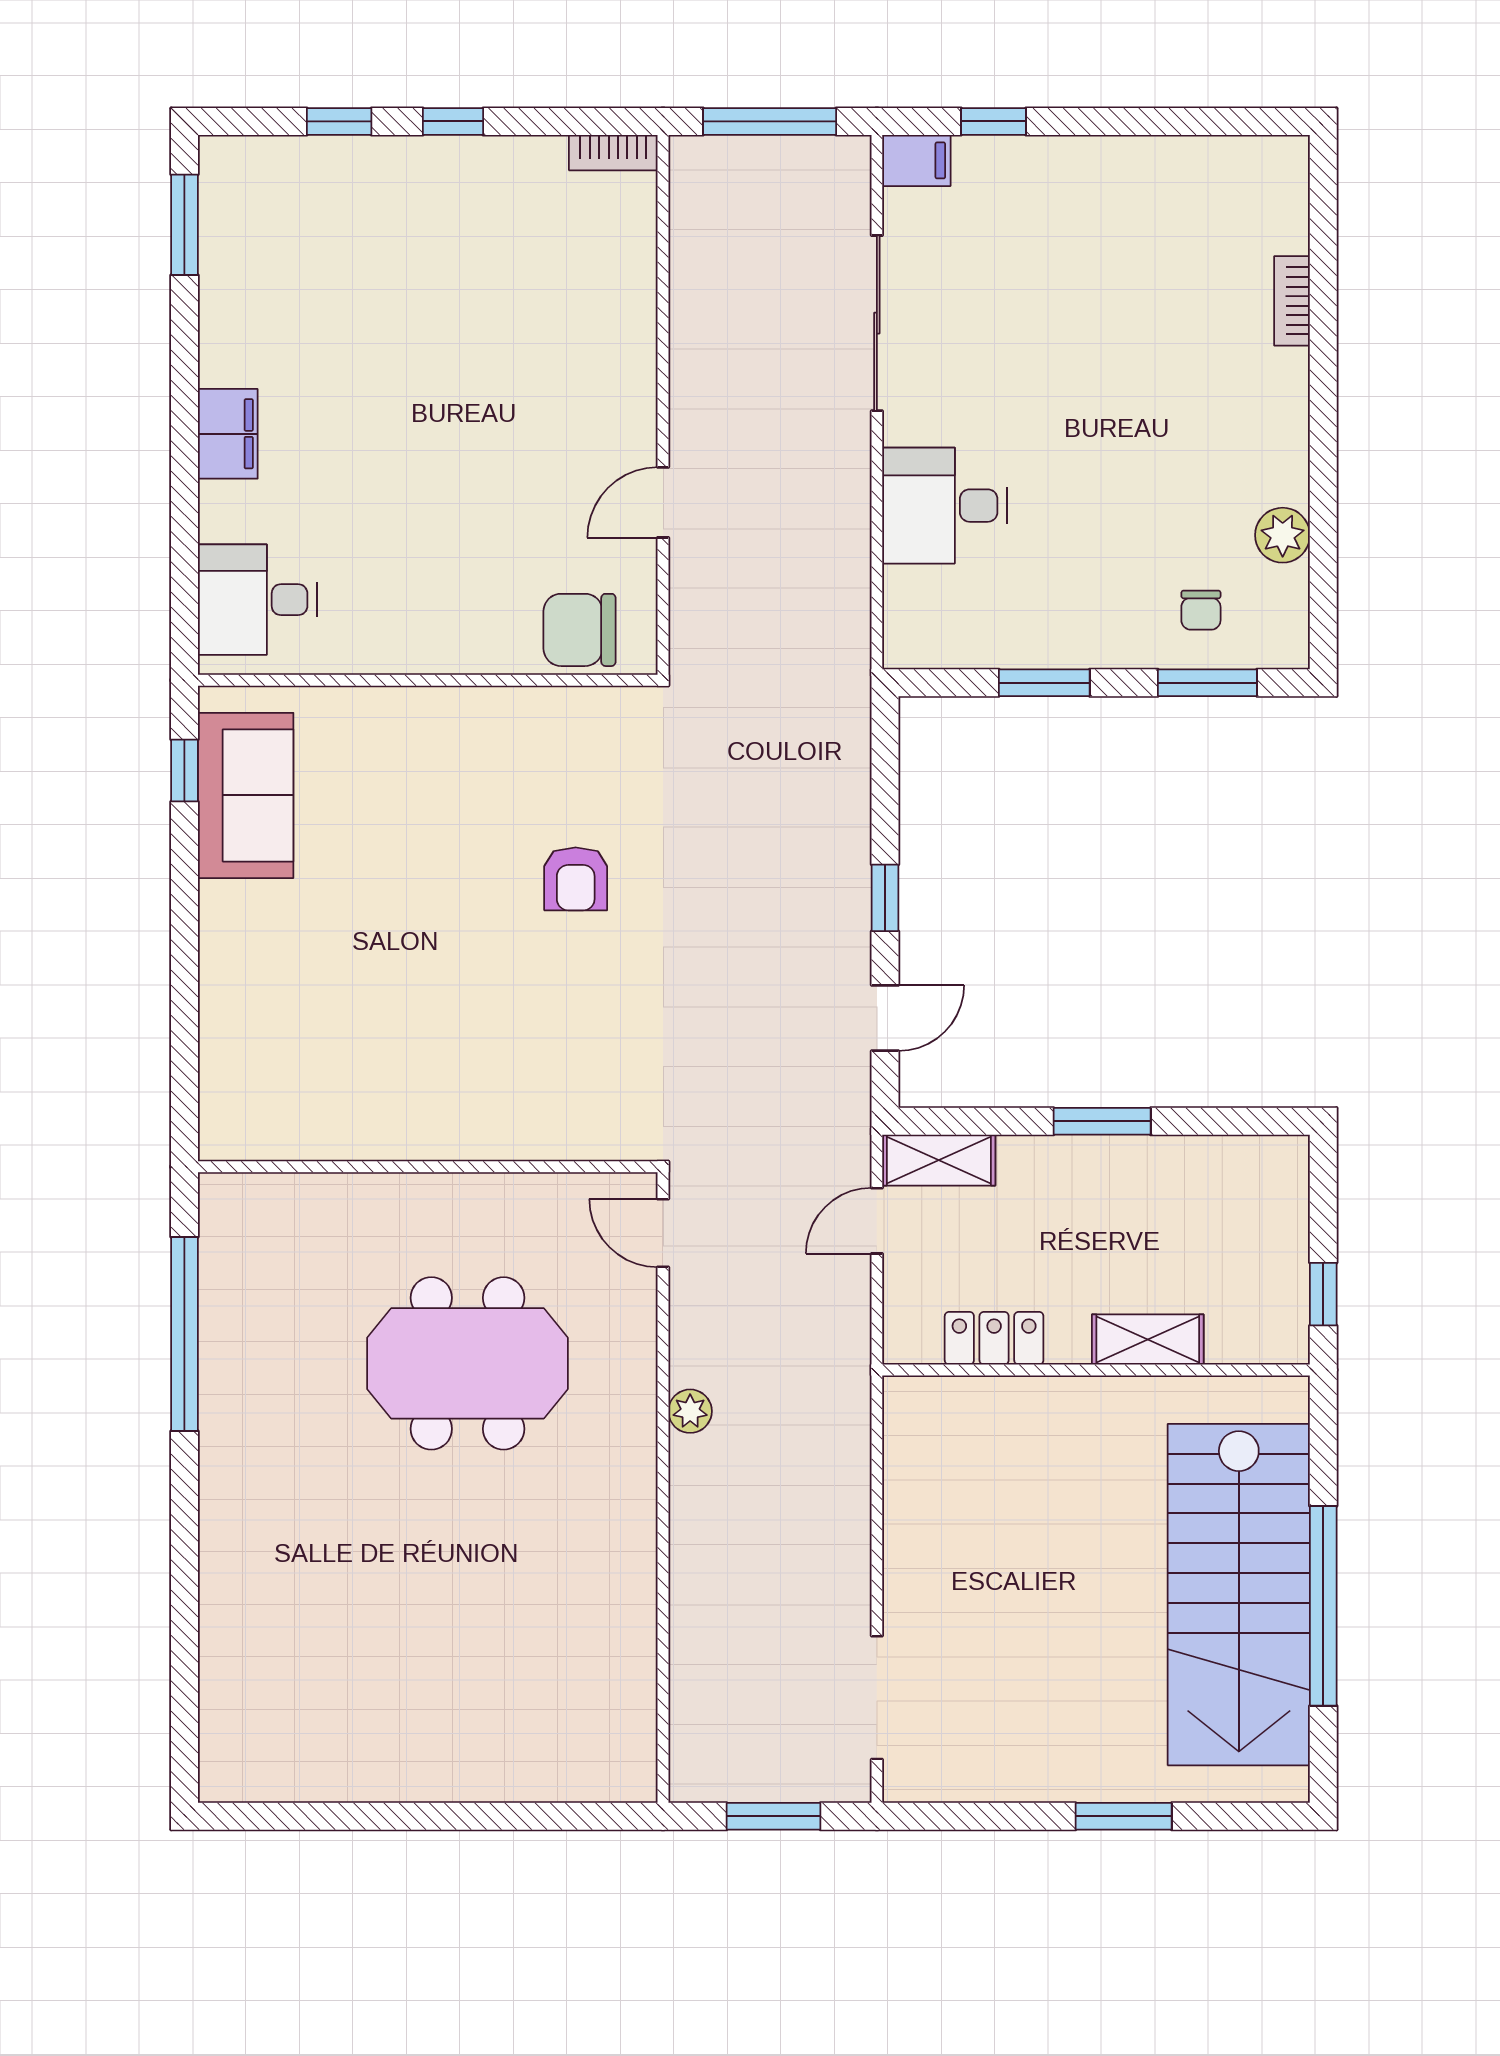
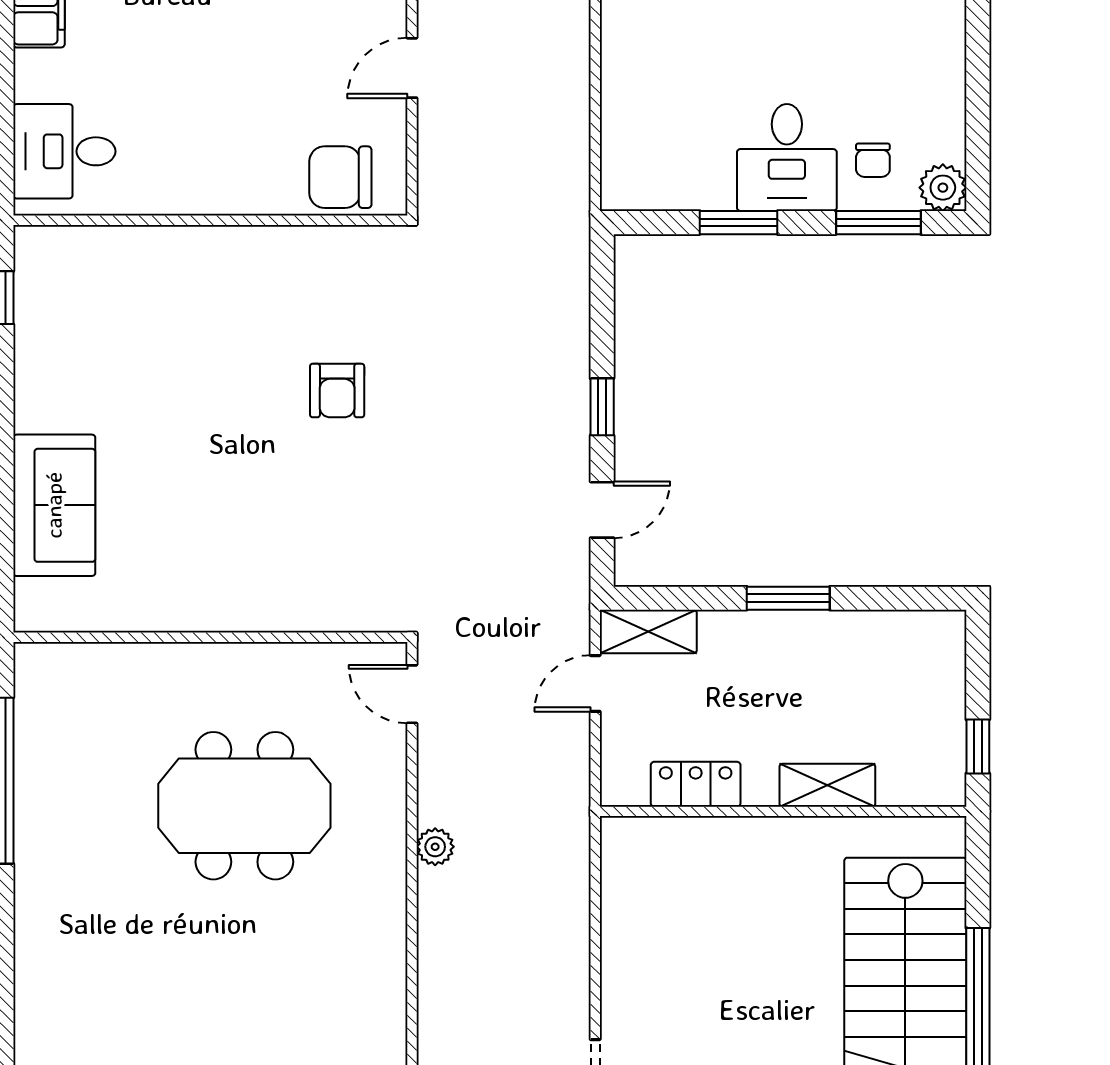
desk: (945, 506) -> (787, 157), moved, turned -90
plant: (1283, 535) -> (943, 188), moved
sofa: (246, 795) -> (54, 505), moved

